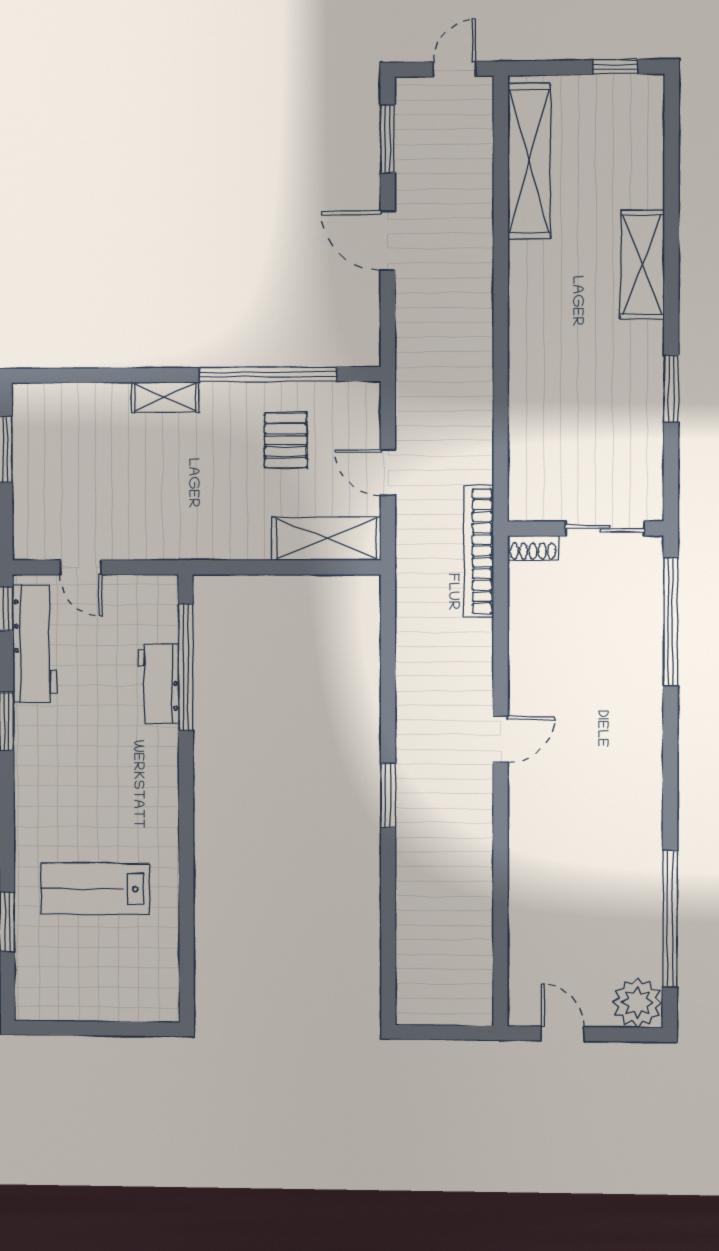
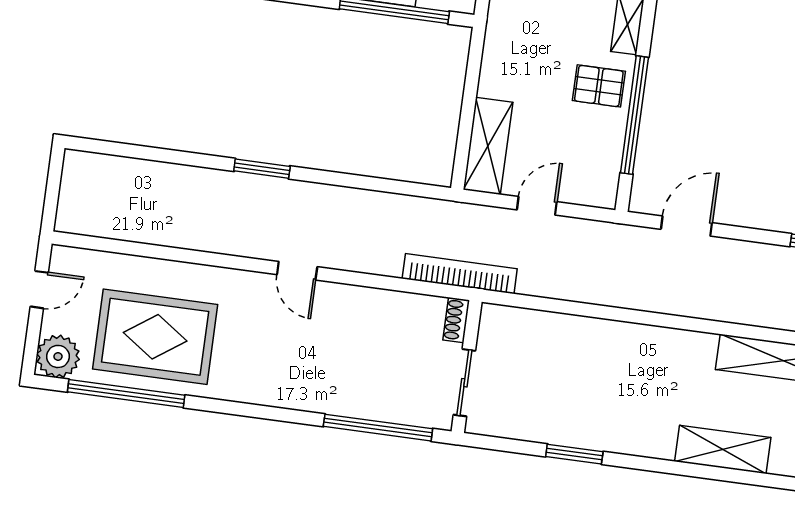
door: (388, 241) -> (687, 226), moved
shelving: (642, 265) -> (723, 450), moved
pallet: (286, 440) -> (599, 86), moved
rug: (599, 893) -> (155, 337), added

